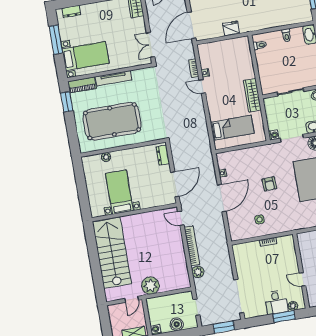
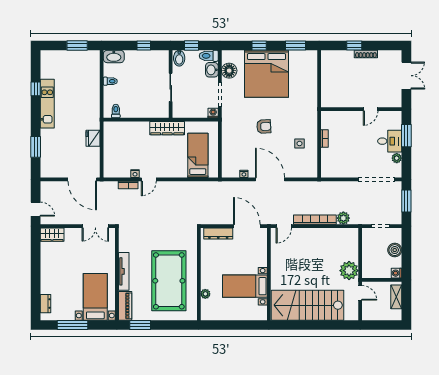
dresser: (163, 155) -> (218, 234), width x1.44
plant: (293, 306) -> (397, 158), moved

